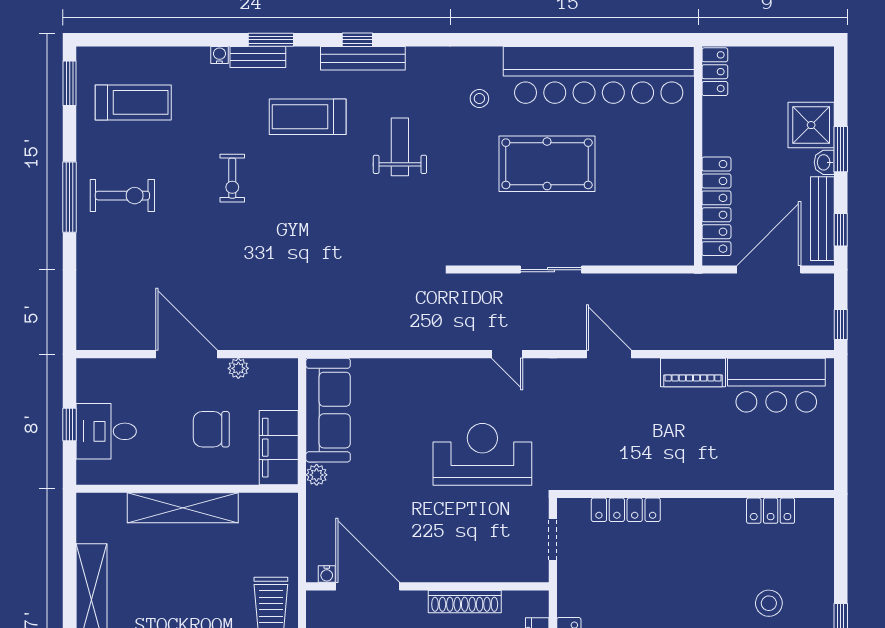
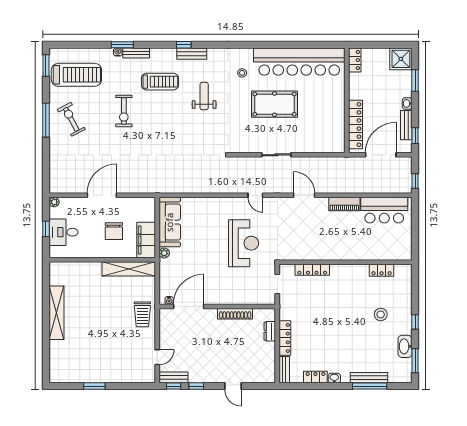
window: (271, 40) -> (122, 45), moved
bench: (363, 58) -> (192, 54), width x0.73
treadmill: (133, 102) -> (76, 75), width x1.37, depth x1.38
treadmill: (308, 117) -> (160, 82), turned 180
shower: (811, 125) -> (401, 59), moved
window: (841, 149) -> (415, 80), moved
exercise bike: (232, 178) -> (124, 111), width x1.38, depth x1.39
exercise bike: (122, 196) -> (71, 119), turned -118
bench: (822, 219) -> (406, 125), width x0.73
door: (186, 354) -> (102, 195), hinge flipped
plant: (238, 368) -> (54, 202), moved
chair: (211, 429) -> (114, 231), turned -90
reception desk: (482, 454) -> (244, 243), turned 90
shelving: (183, 508) -> (129, 269), moved
door: (368, 586) -> (189, 306), hinge flipped

